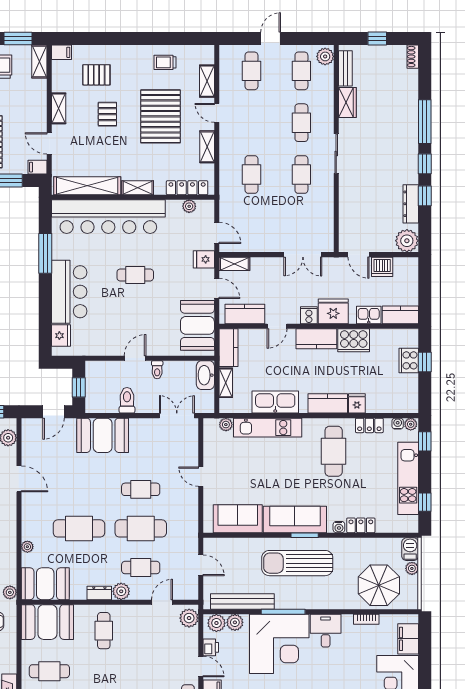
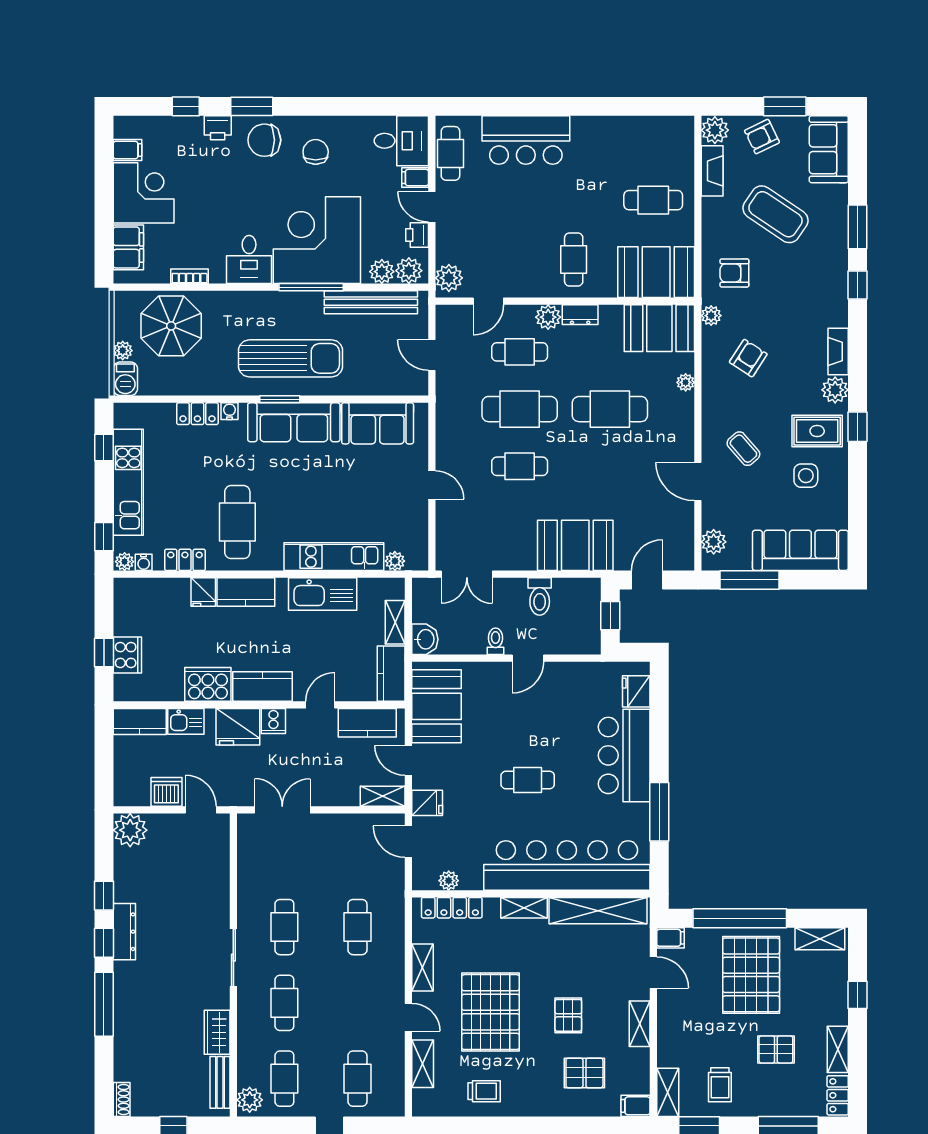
dresser: (411, 204) -> (124, 932), moved
washbasin: (205, 375) -> (425, 639), width x0.72

